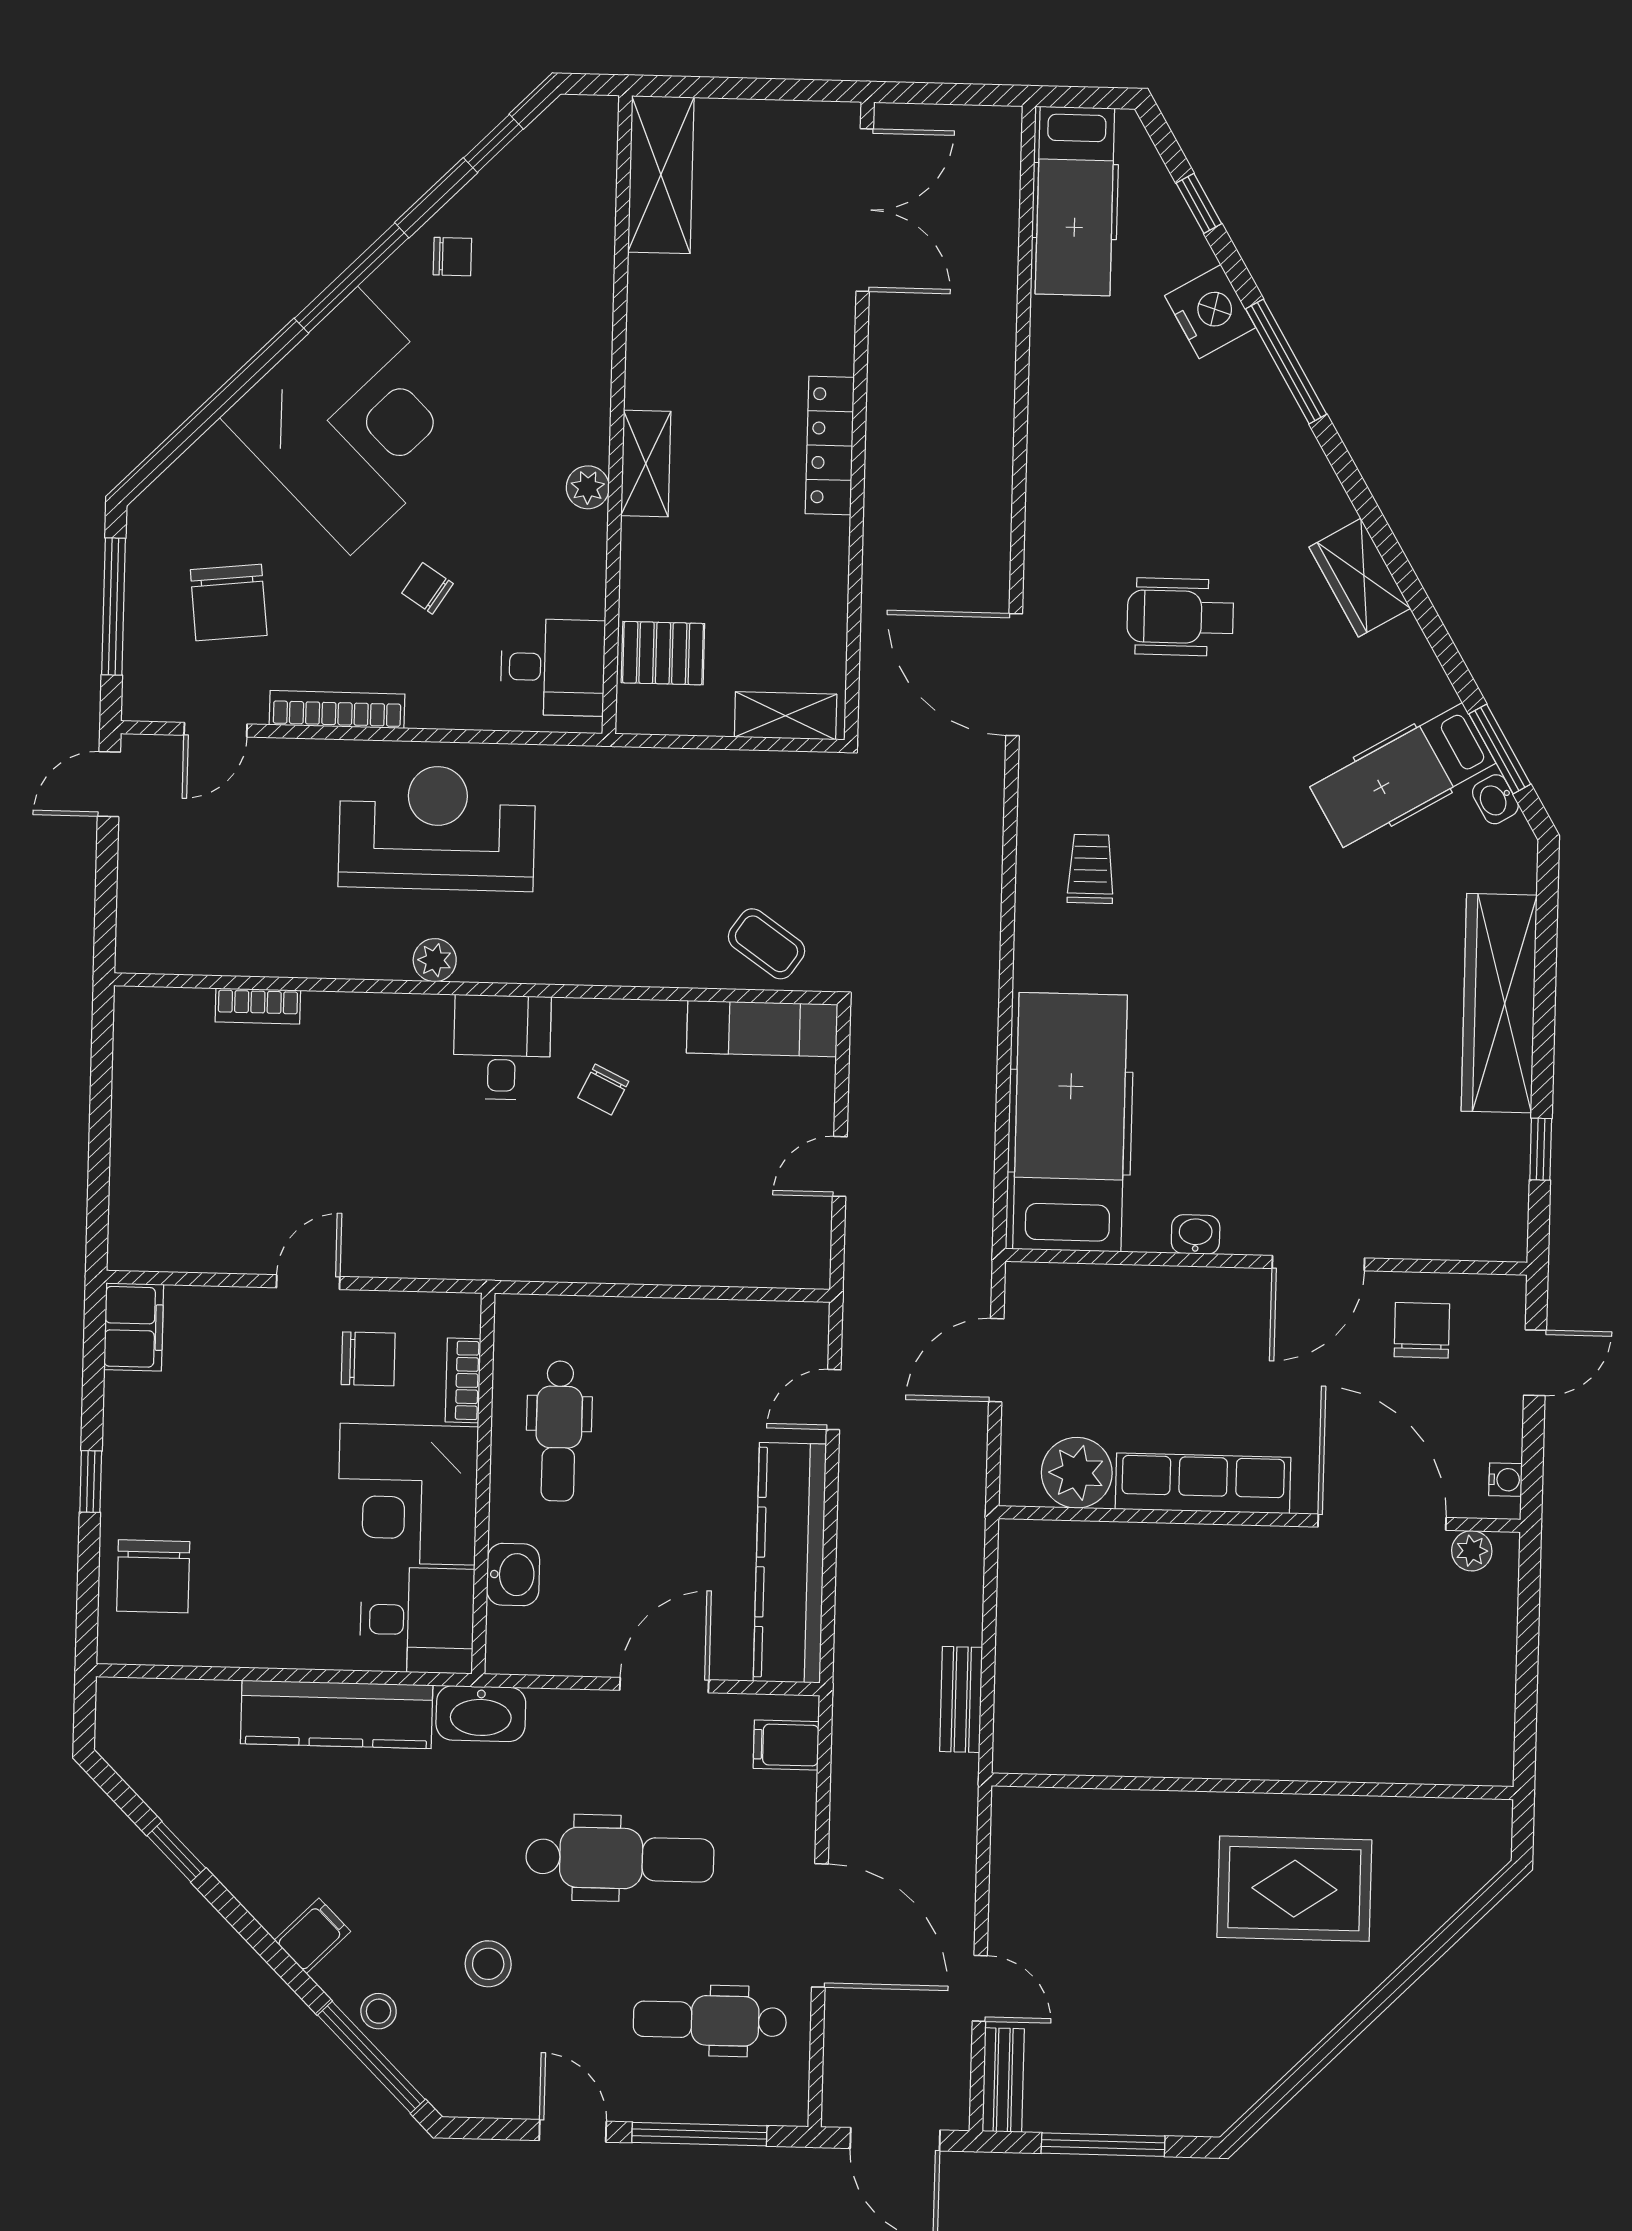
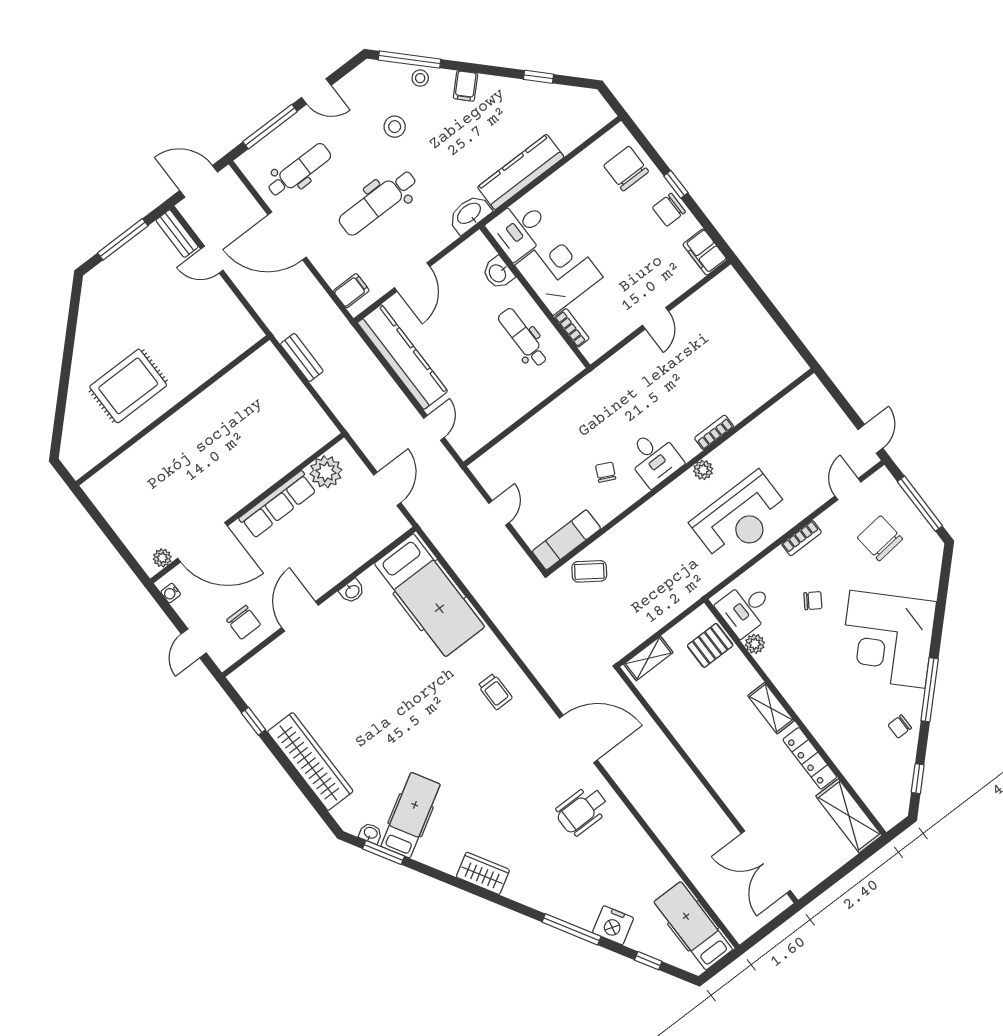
locker: (830, 446) -> (810, 758), moved, turned 180
plant: (588, 487) -> (755, 644), moved
wheelchair: (1180, 617) -> (582, 811), moved, turned 180
bookcase: (337, 710) -> (801, 538), width x0.64
bookcase: (258, 1006) -> (714, 432), moved
chair: (368, 1359) -> (669, 210), moved

